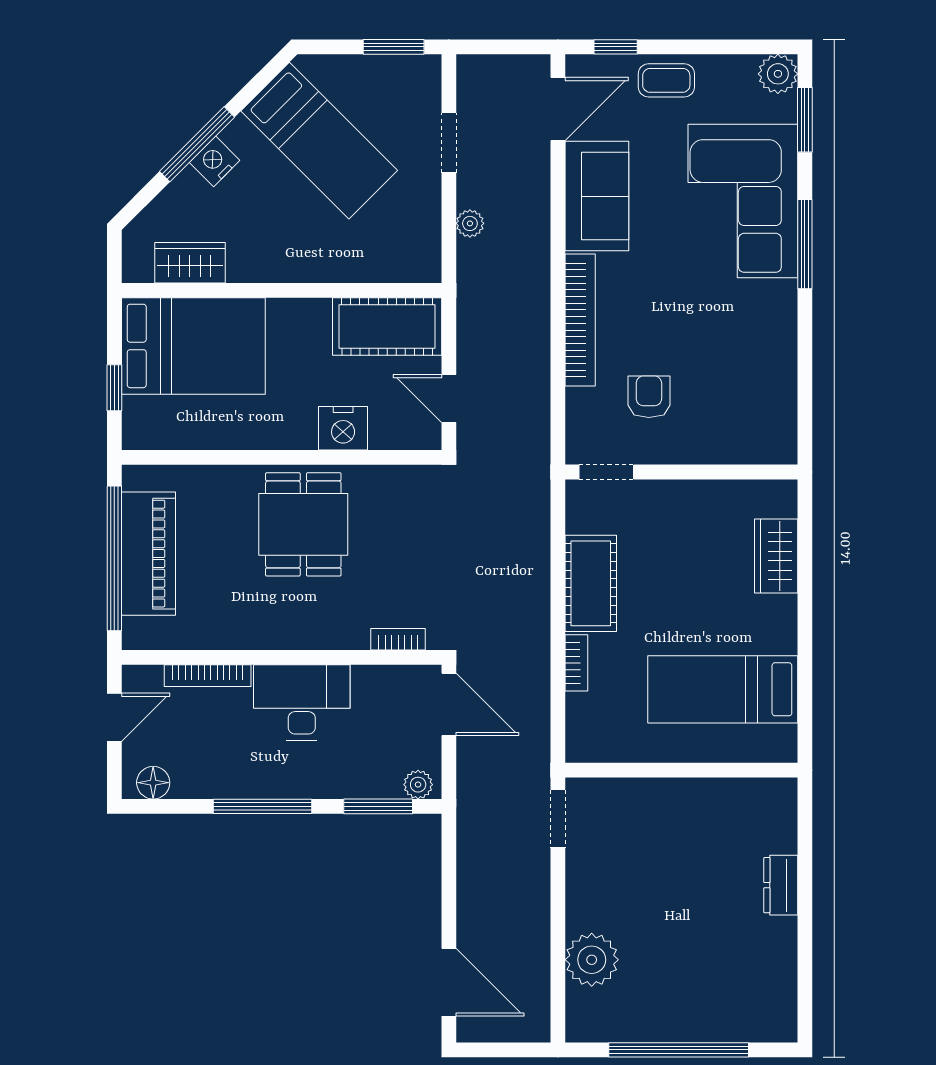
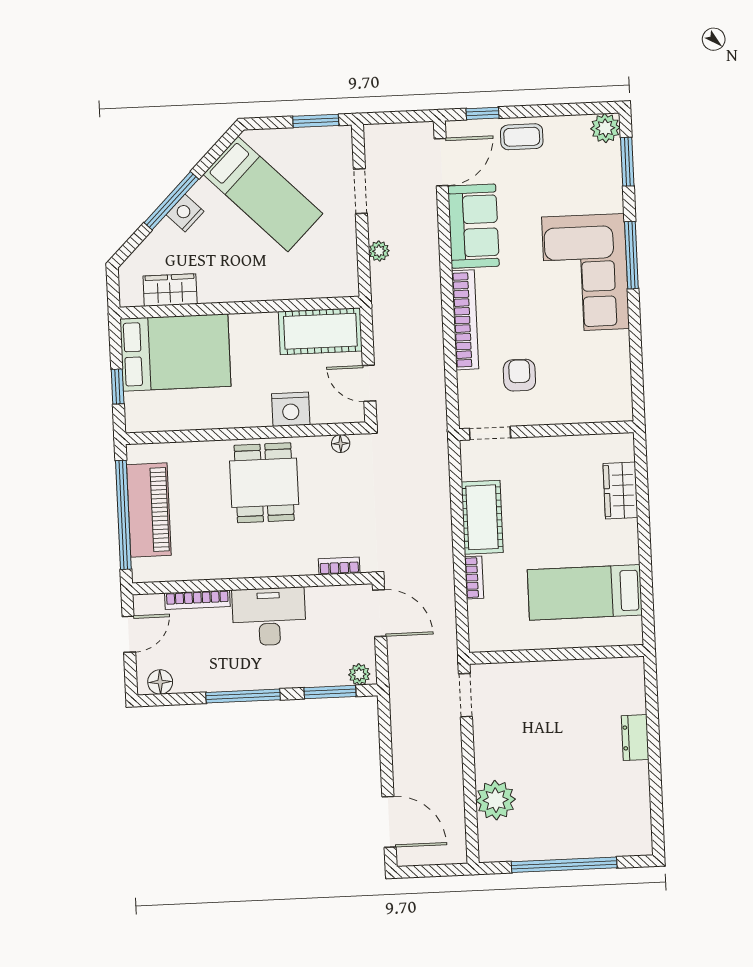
corner sofa: (743, 201) -> (586, 273), moved
floor lamp: (407, 477) -> (341, 444), added

